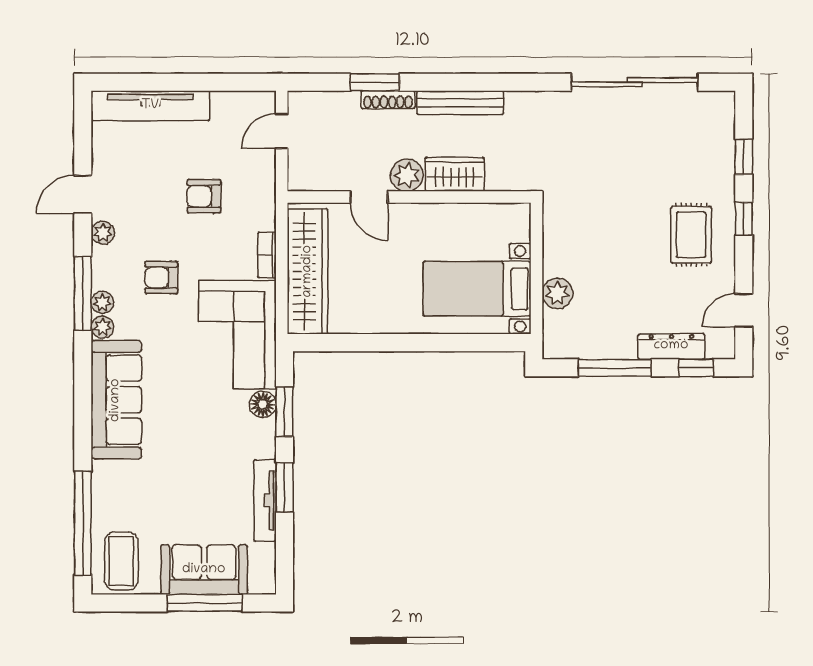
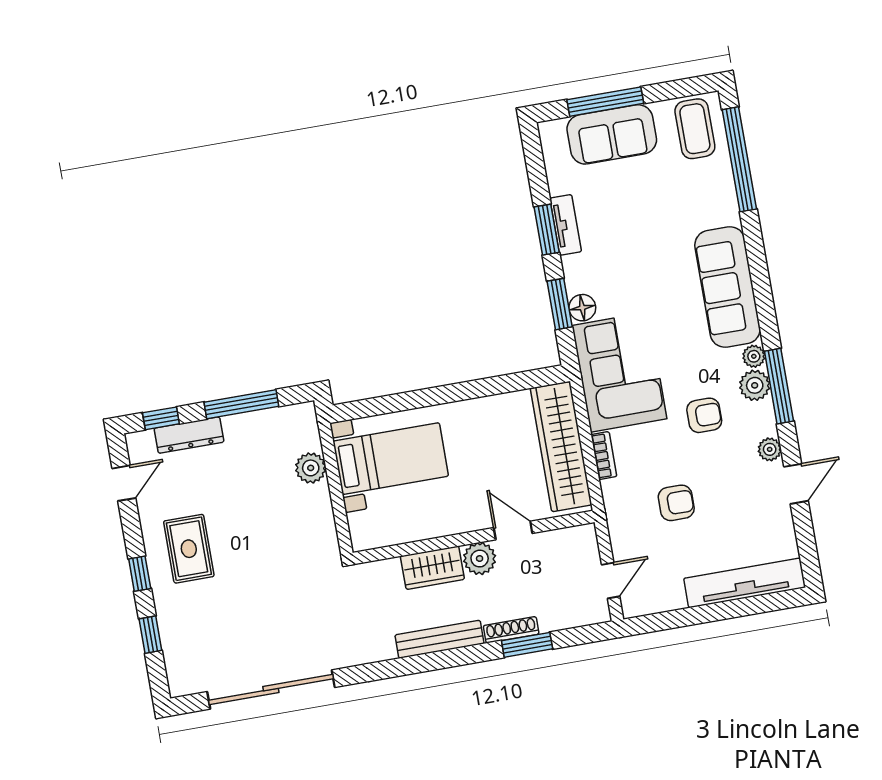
plant: (102, 302) -> (755, 385), width x1.38, depth x1.38
tv unit: (265, 500) -> (566, 225), width x0.71

